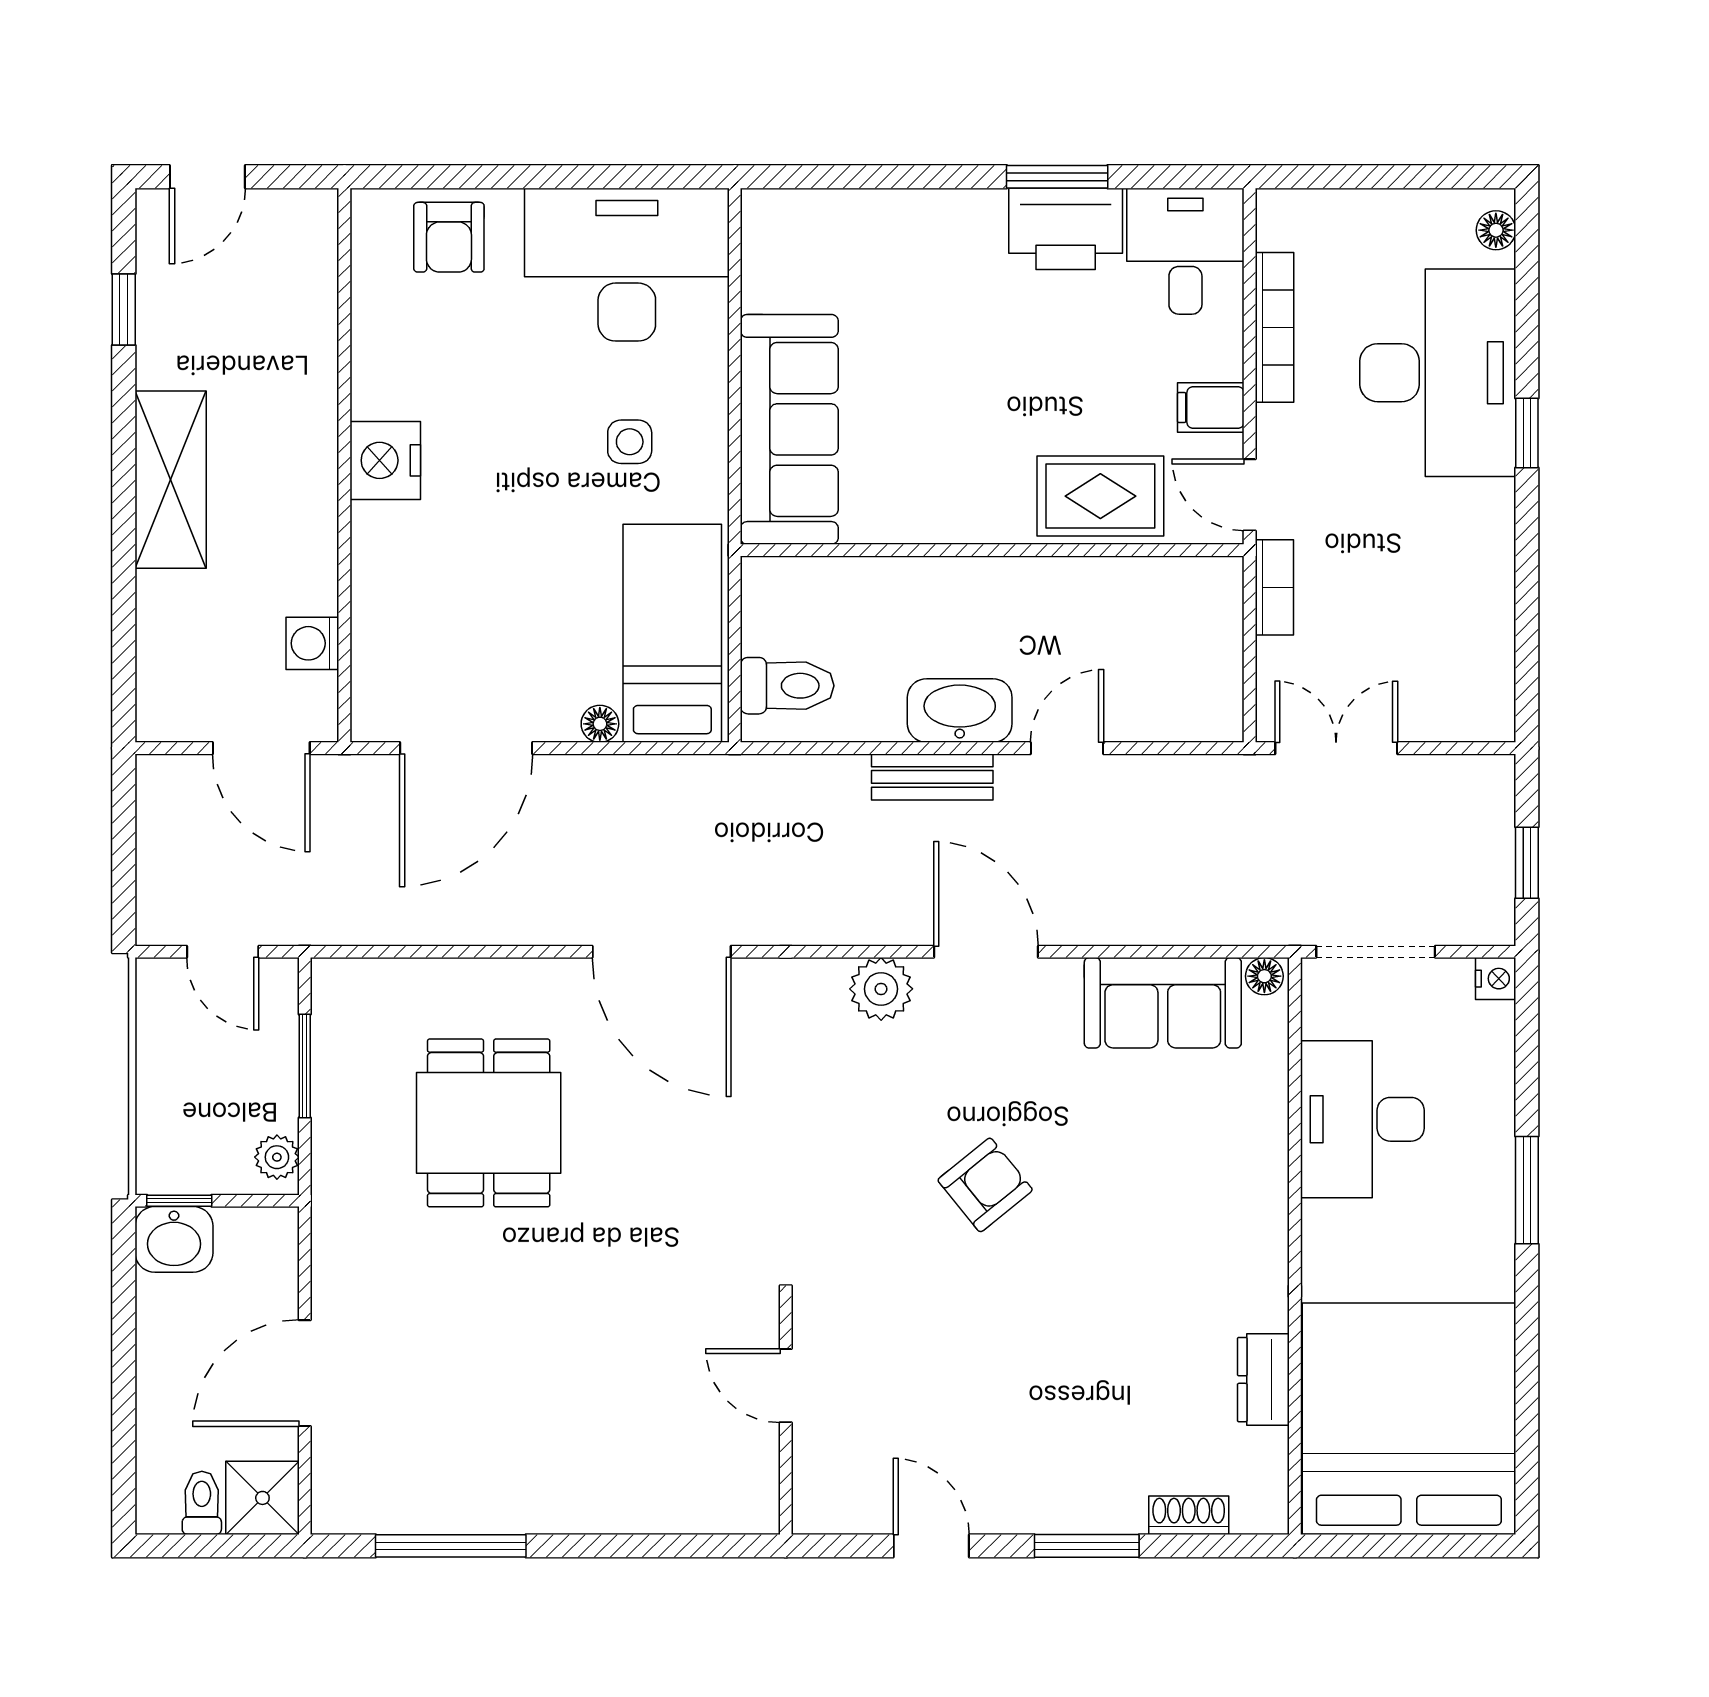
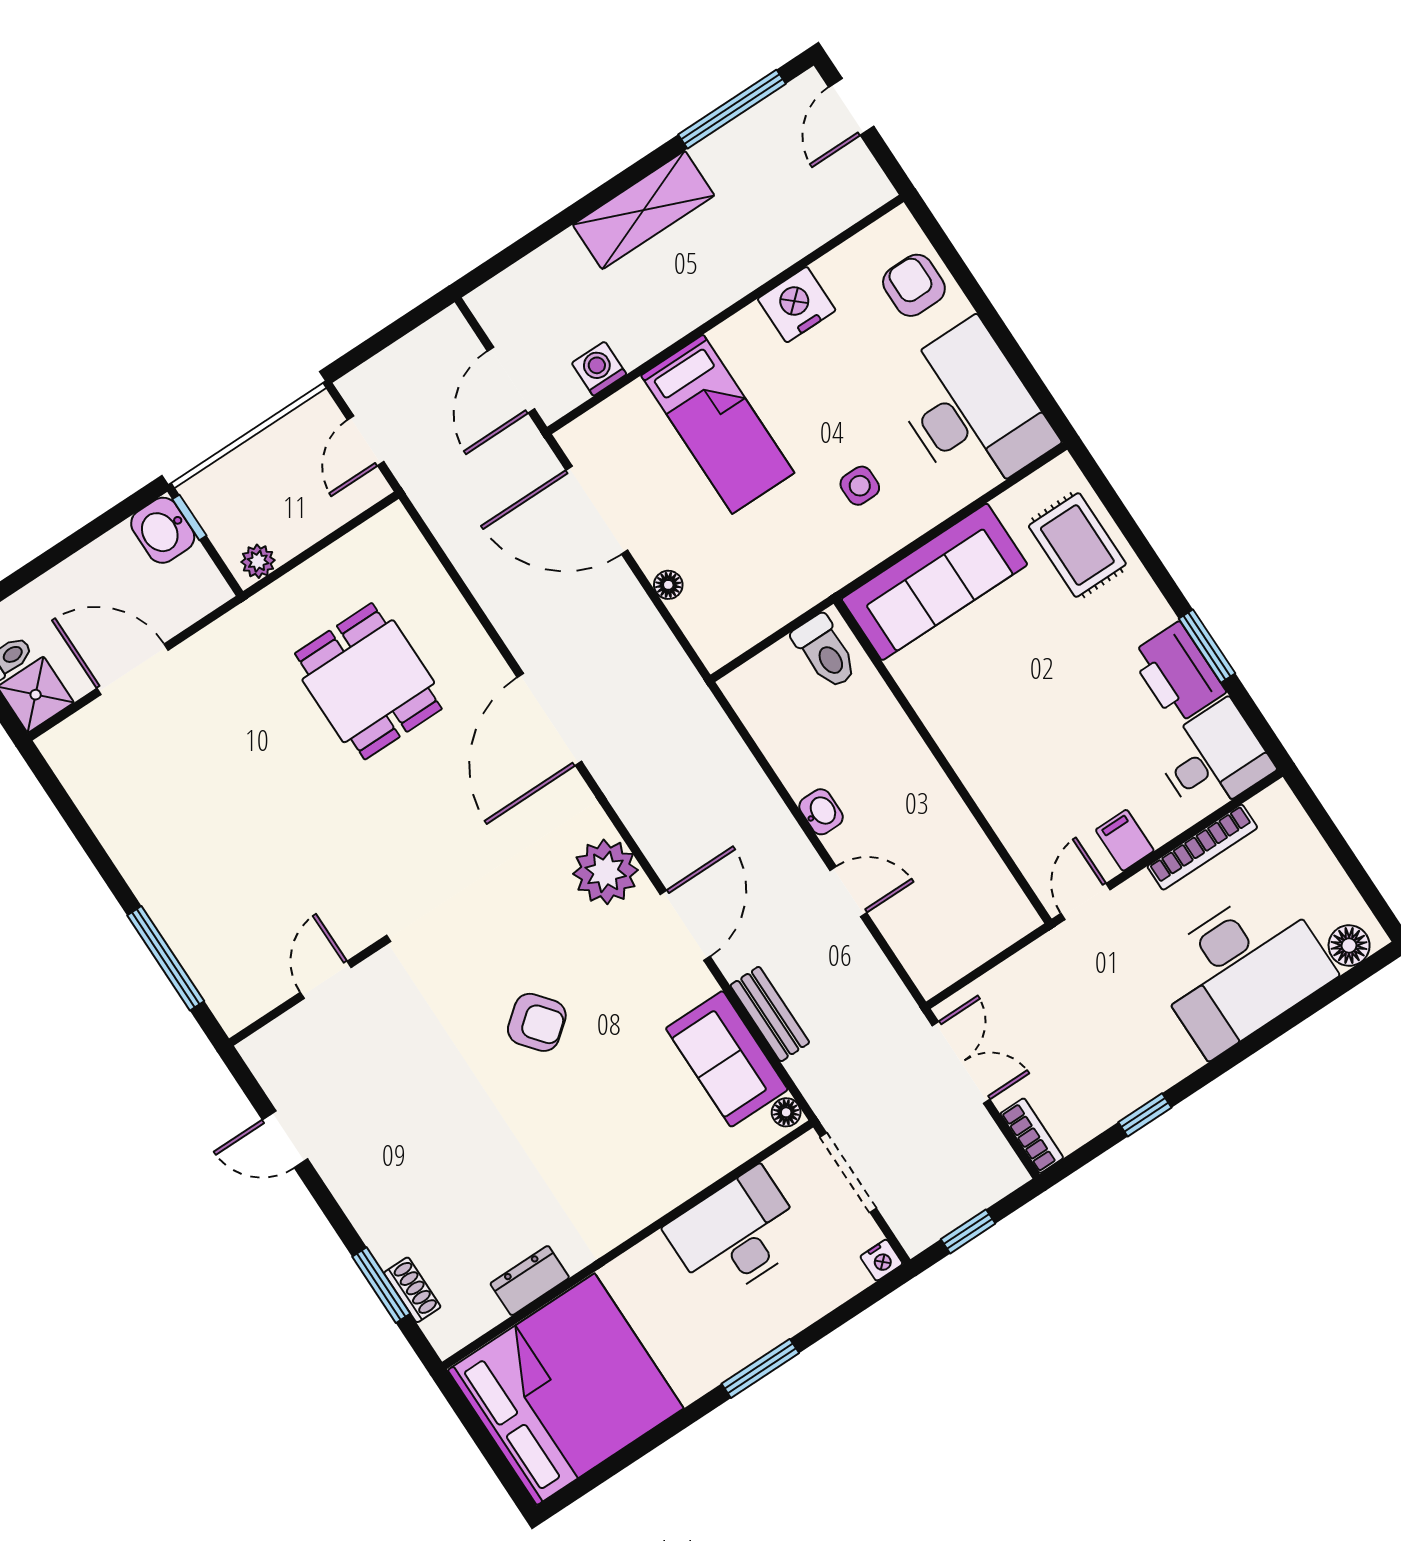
door: (207, 177) -> (851, 107), hinge flipped
floor lamp: (1496, 230) -> (1349, 946), width x1.37, depth x1.37
armchair: (449, 237) -> (914, 285), turned 90
window: (124, 310) -> (732, 109), width x2.17
window: (1527, 433) -> (1145, 1115), moved
nightstand: (385, 460) -> (797, 305), moved
rug: (1100, 496) -> (1077, 545), moved
bookcase: (1274, 587) -> (1032, 1136), moved, turned -90
bed: (672, 633) -> (718, 424), moved, turned 90
toilet: (787, 686) -> (825, 652), moved
washbasin: (960, 711) -> (821, 812), width x0.52, depth x0.69
bench: (932, 777) -> (770, 1014), moved
plant: (881, 989) -> (606, 872), width x1.36, depth x1.36
window: (305, 1066) -> (327, 541), removed
dining table: (489, 1123) -> (368, 681), turned 90
window: (451, 1546) -> (166, 958), moved
door: (931, 1546) -> (285, 1139), swing flipped
window: (1087, 1546) -> (381, 1285), moved

